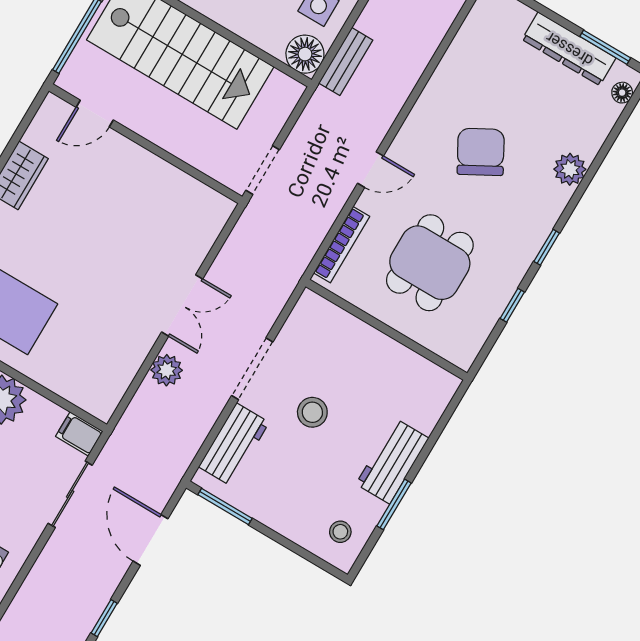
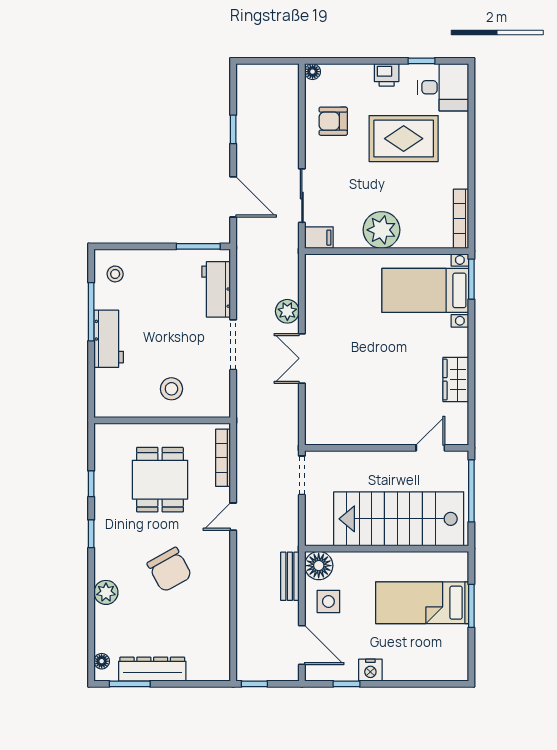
stool: (312, 412) -> (171, 389), moved
window: (394, 504) -> (91, 312), width x1.44

